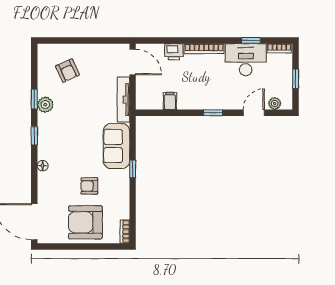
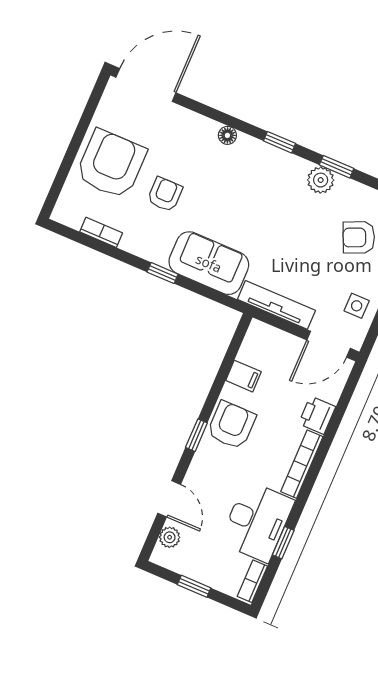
side table: (105, 56) -> (357, 306), added
armchair: (199, 96) -> (231, 425), added
bookcase: (125, 232) -> (101, 232), moved

